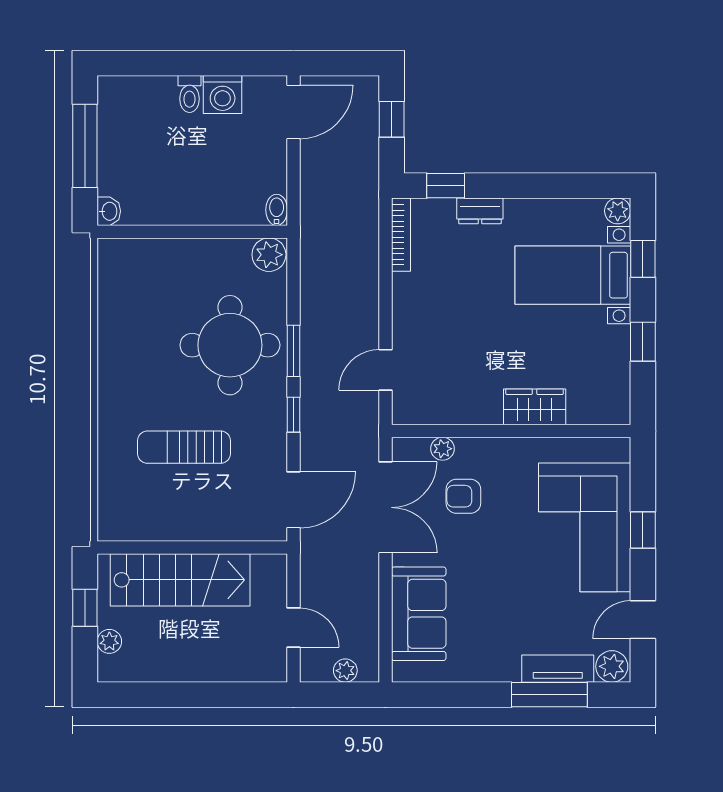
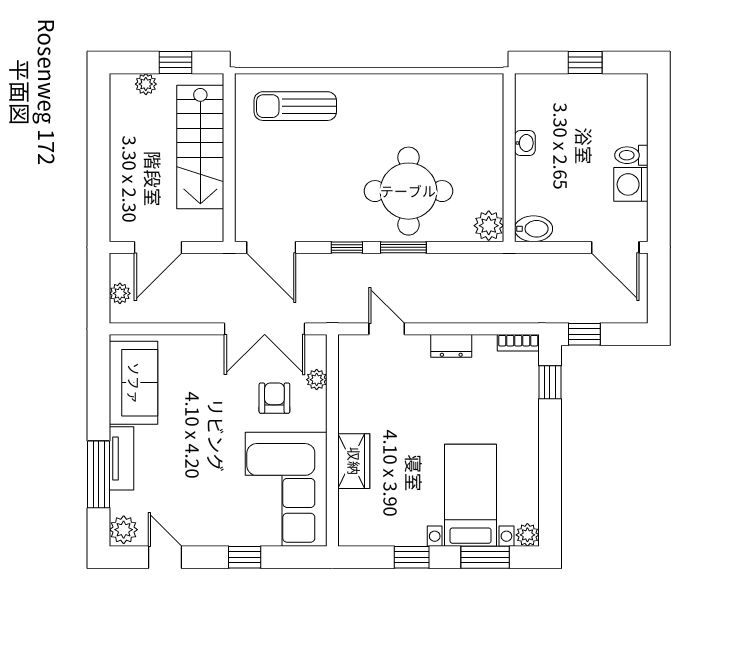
window: (392, 119) -> (584, 334), moved
window: (85, 146) -> (585, 62), width x0.46
bidet: (277, 210) -> (534, 229), width x1.38, depth x1.36
washbasin: (109, 211) -> (525, 143), moved, turned -90
dresser: (480, 211) -> (451, 346), moved, turned -90
bookcase: (401, 235) -> (518, 343), width x0.64
window: (643, 259) -> (485, 557), width x1.50
sun lounger: (184, 447) -> (295, 106), moved, turned -90
corner sofa: (585, 527) -> (286, 489), moved, turned -90
sofa: (419, 614) -> (134, 383), moved, turned -90
door: (293, 628) -> (158, 247), width x1.38
tv unit: (558, 669) -> (122, 458), moved

